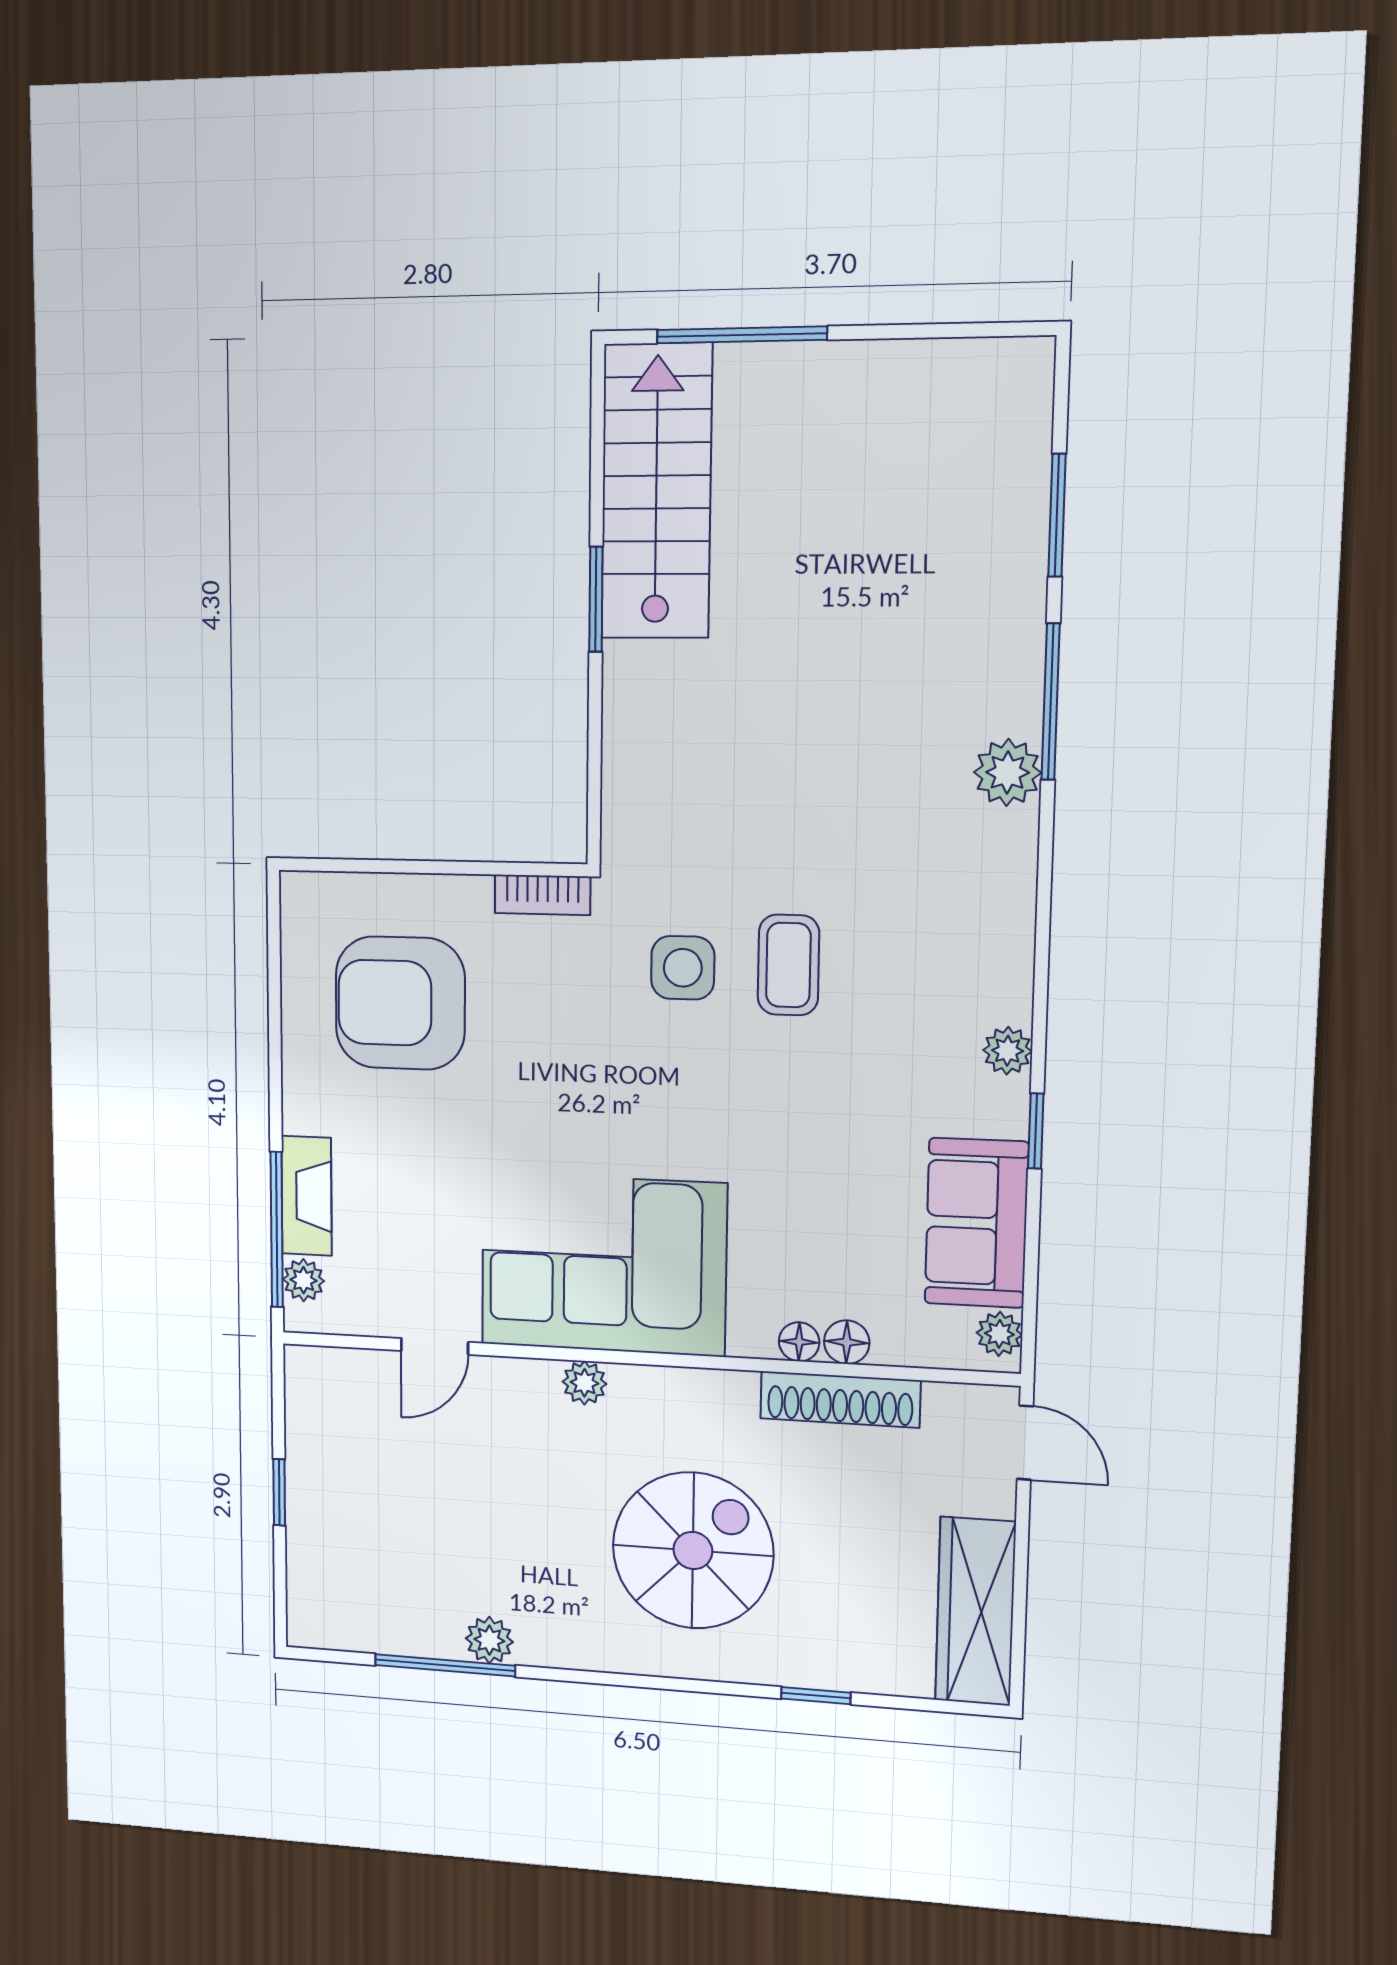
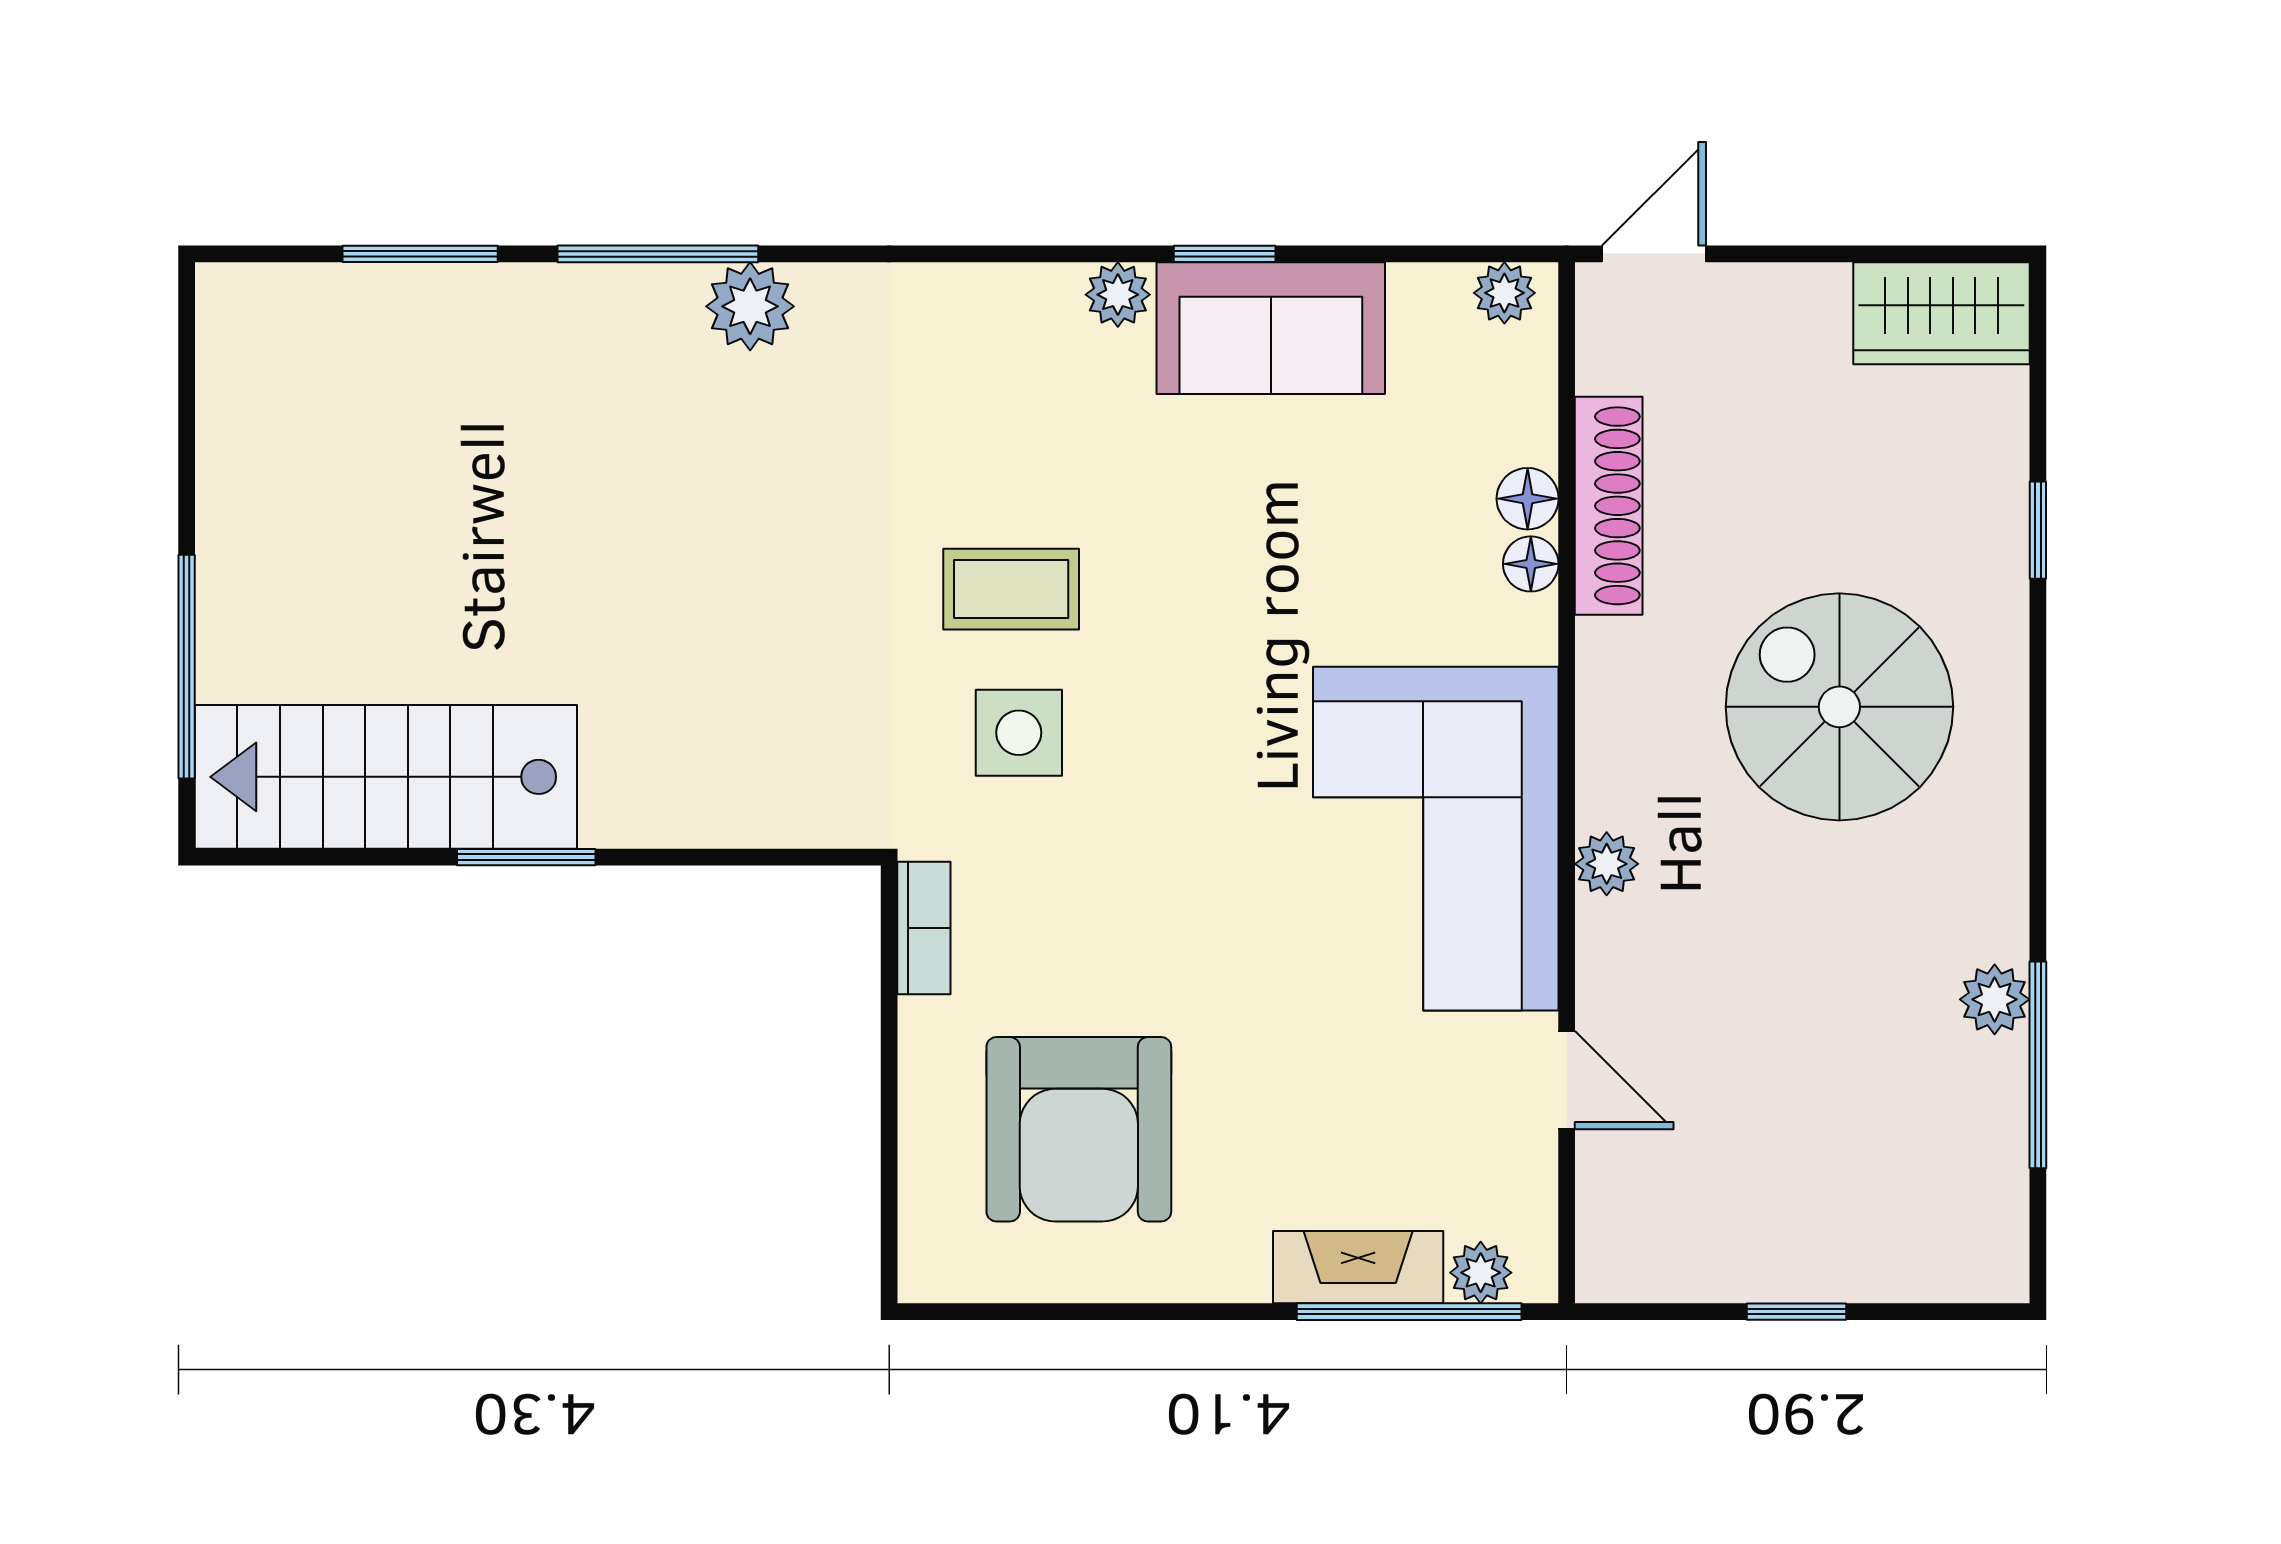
sofa: (977, 1223) -> (1271, 328), moved
wardrobe: (975, 1611) -> (1941, 313), width x0.67

